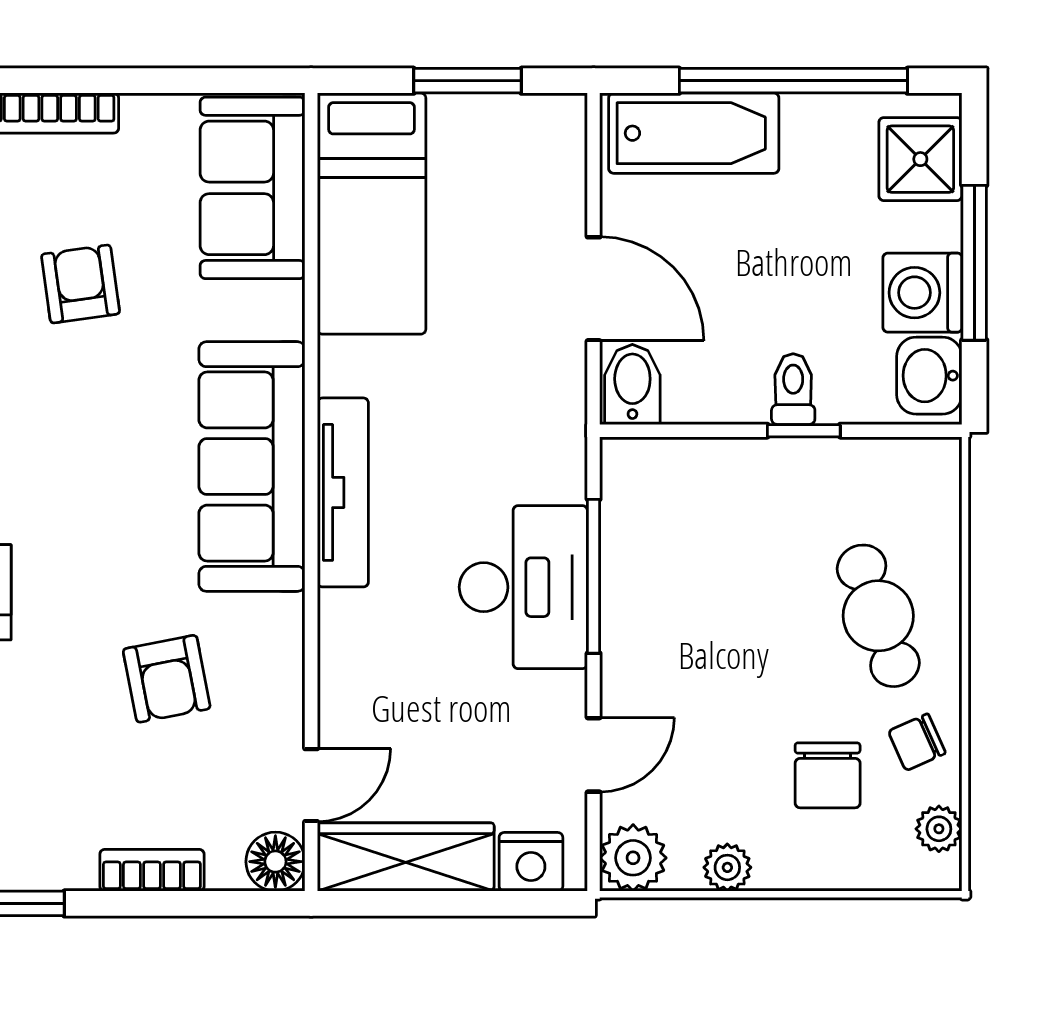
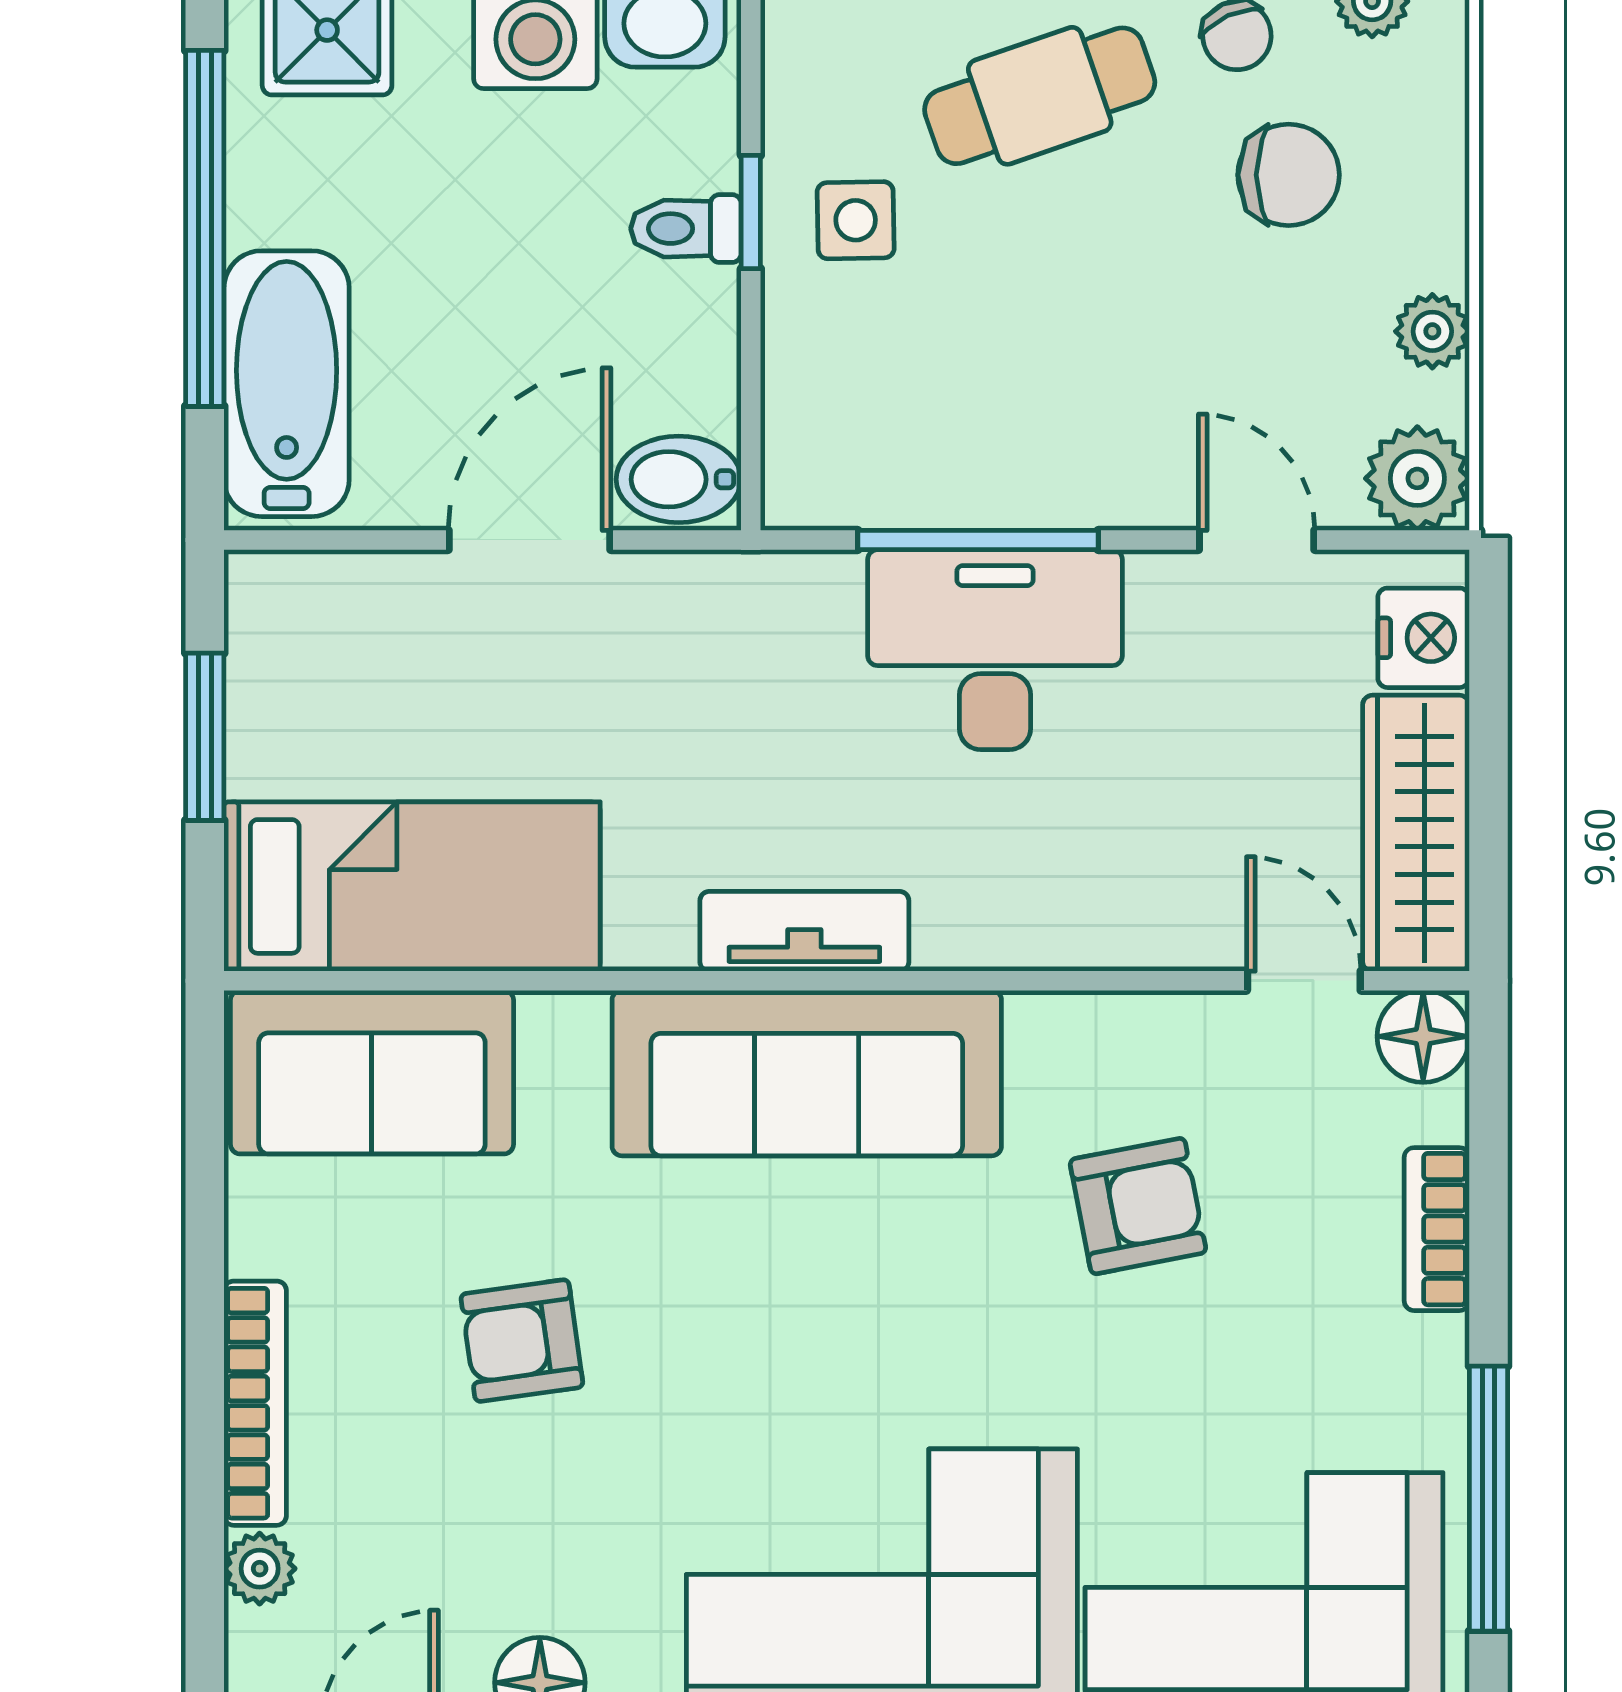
tv unit: (343, 492) -> (804, 931), width x0.71
side table: (798, 498) -> (856, 220), added

